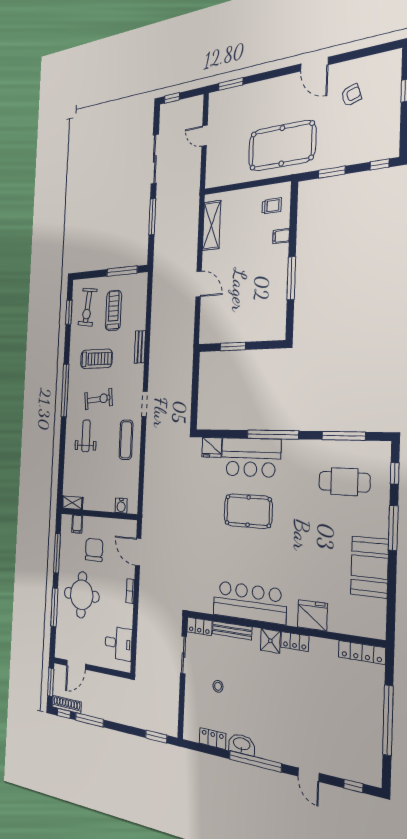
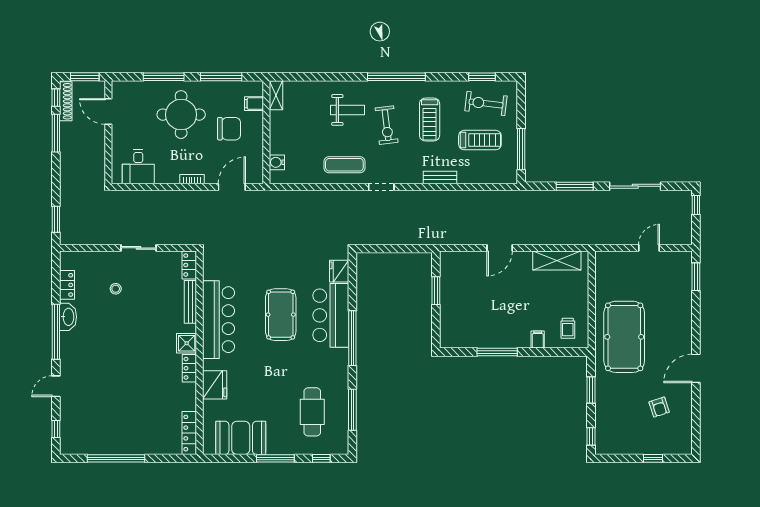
bar counter: (249, 602) -> (218, 320), moved
fridge: (312, 615) -> (215, 385), moved
locker: (199, 626) -> (189, 265), moved
wall: (280, 628) -> (200, 353), moved
bench: (232, 630) -> (190, 302), moved
shower: (270, 641) -> (187, 343), moved
locker: (295, 641) -> (189, 368), moved
locker: (362, 652) -> (189, 433), moved

